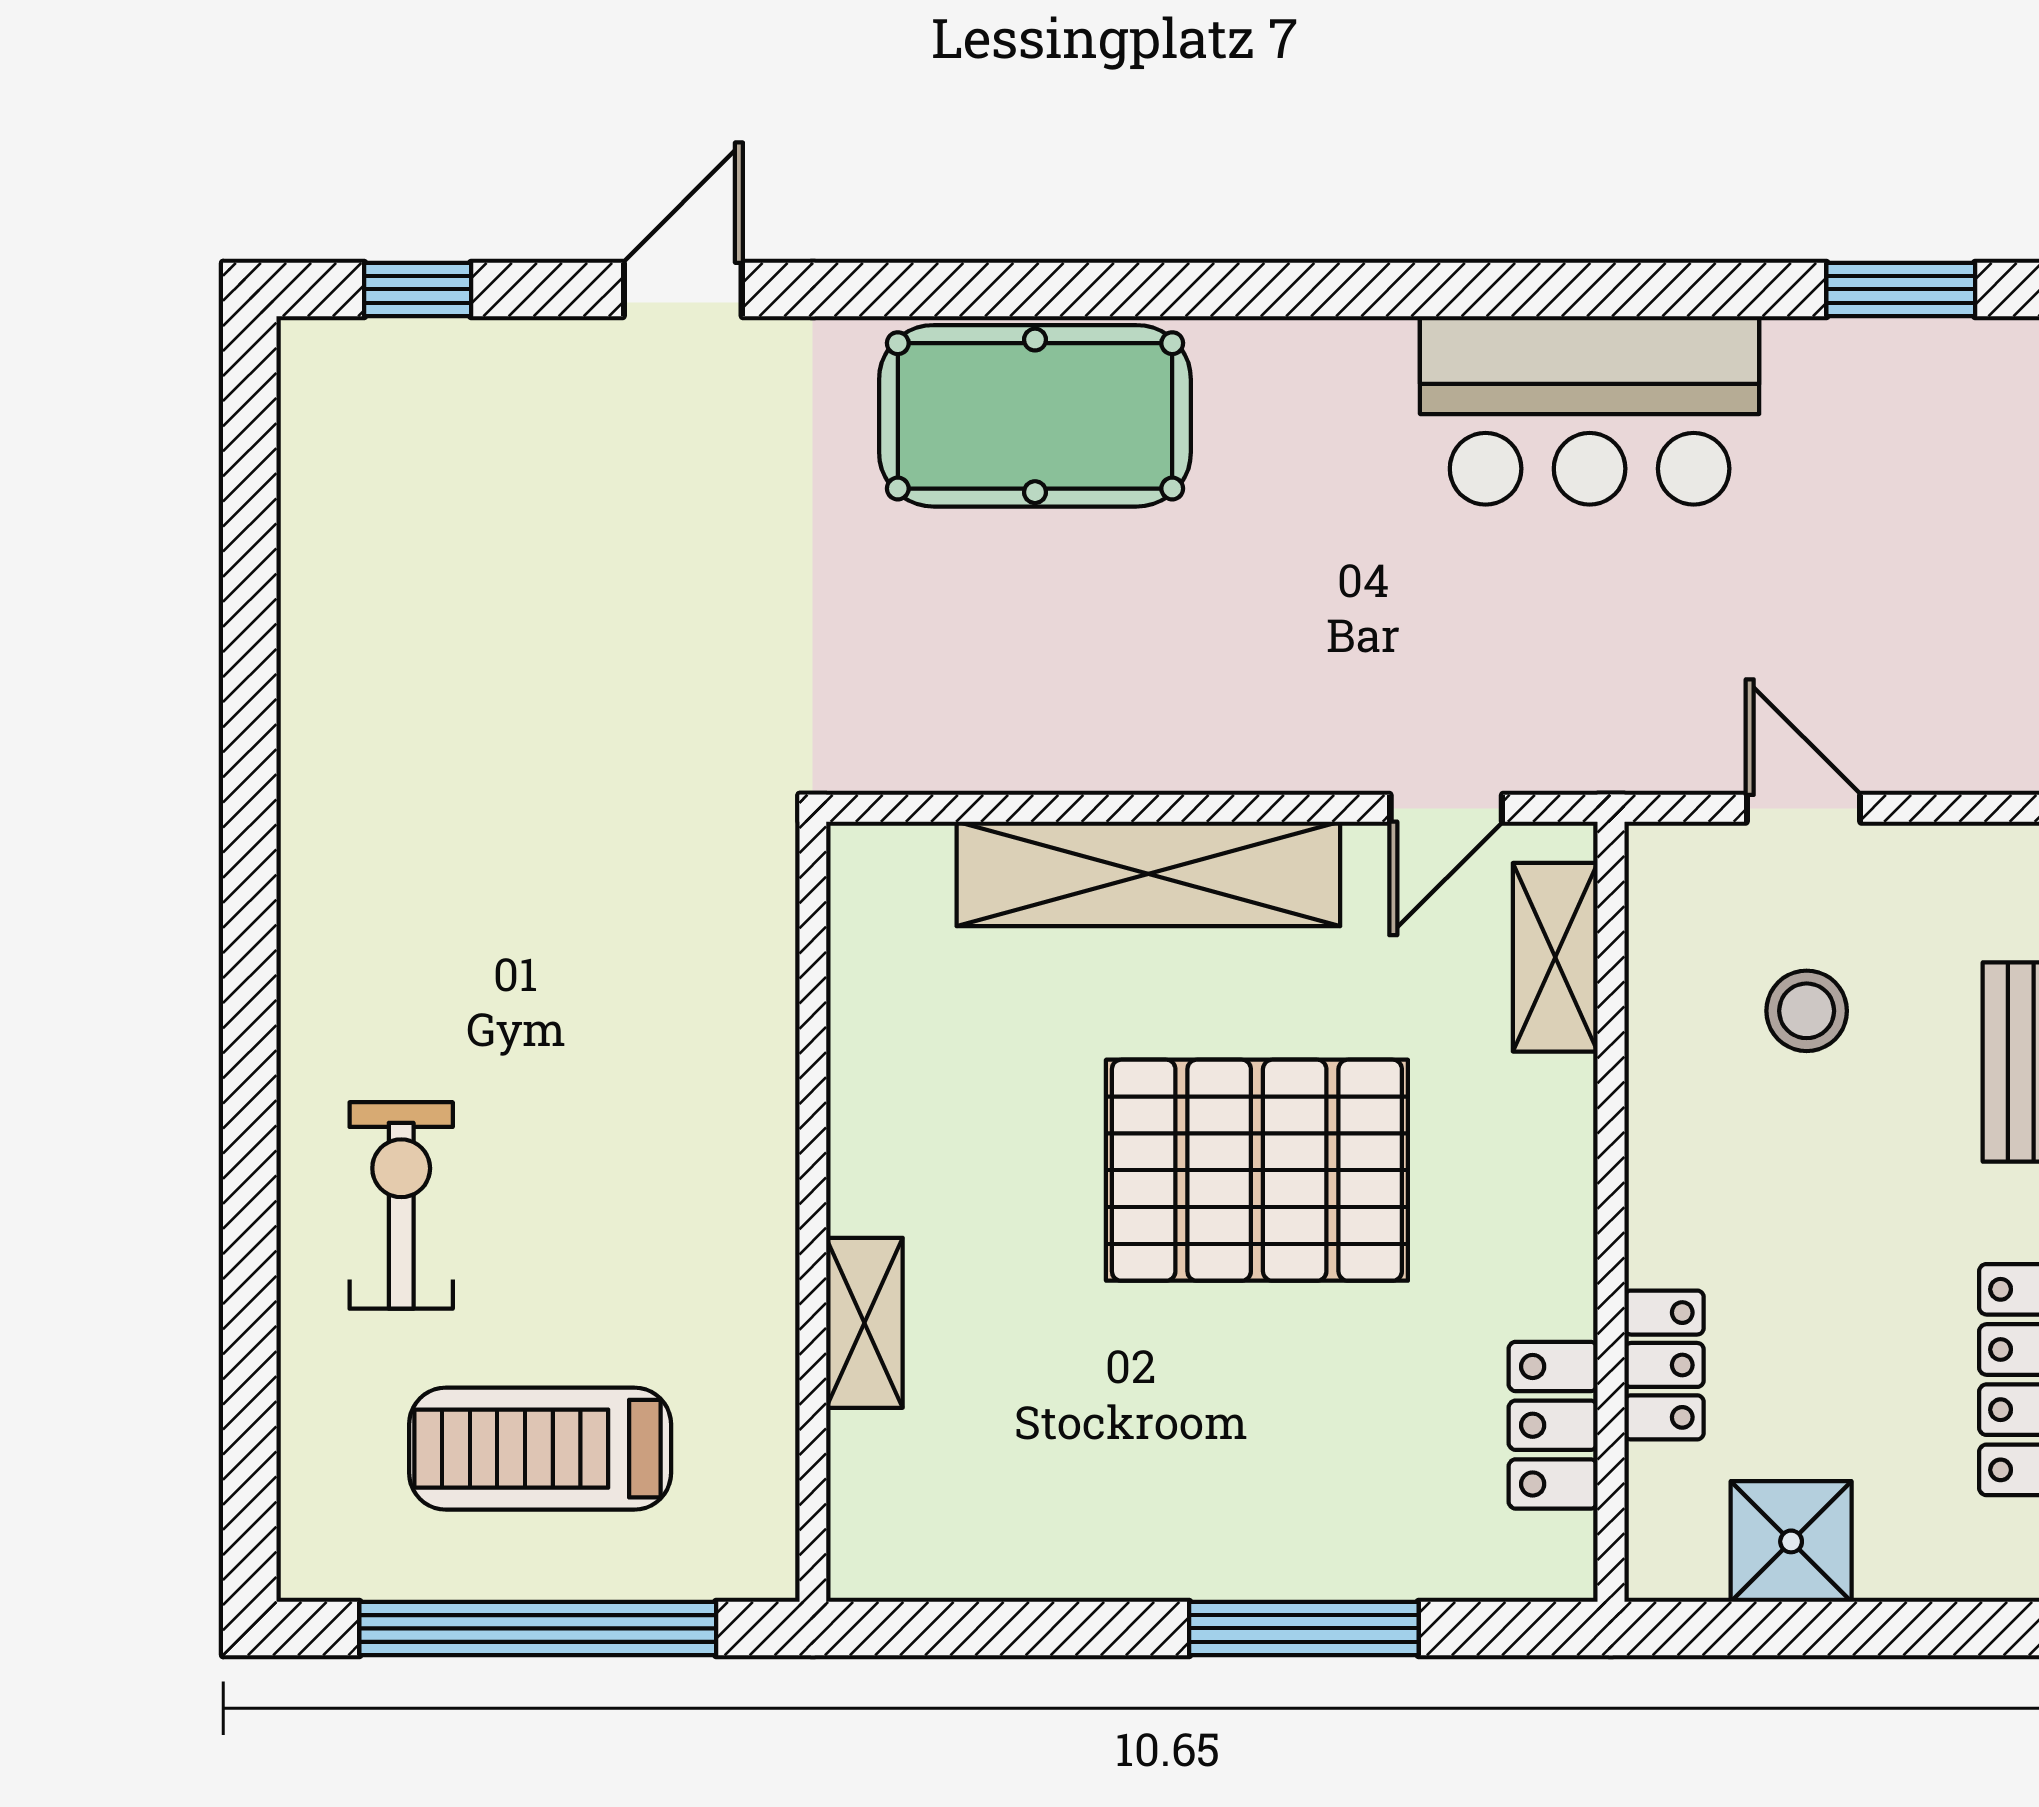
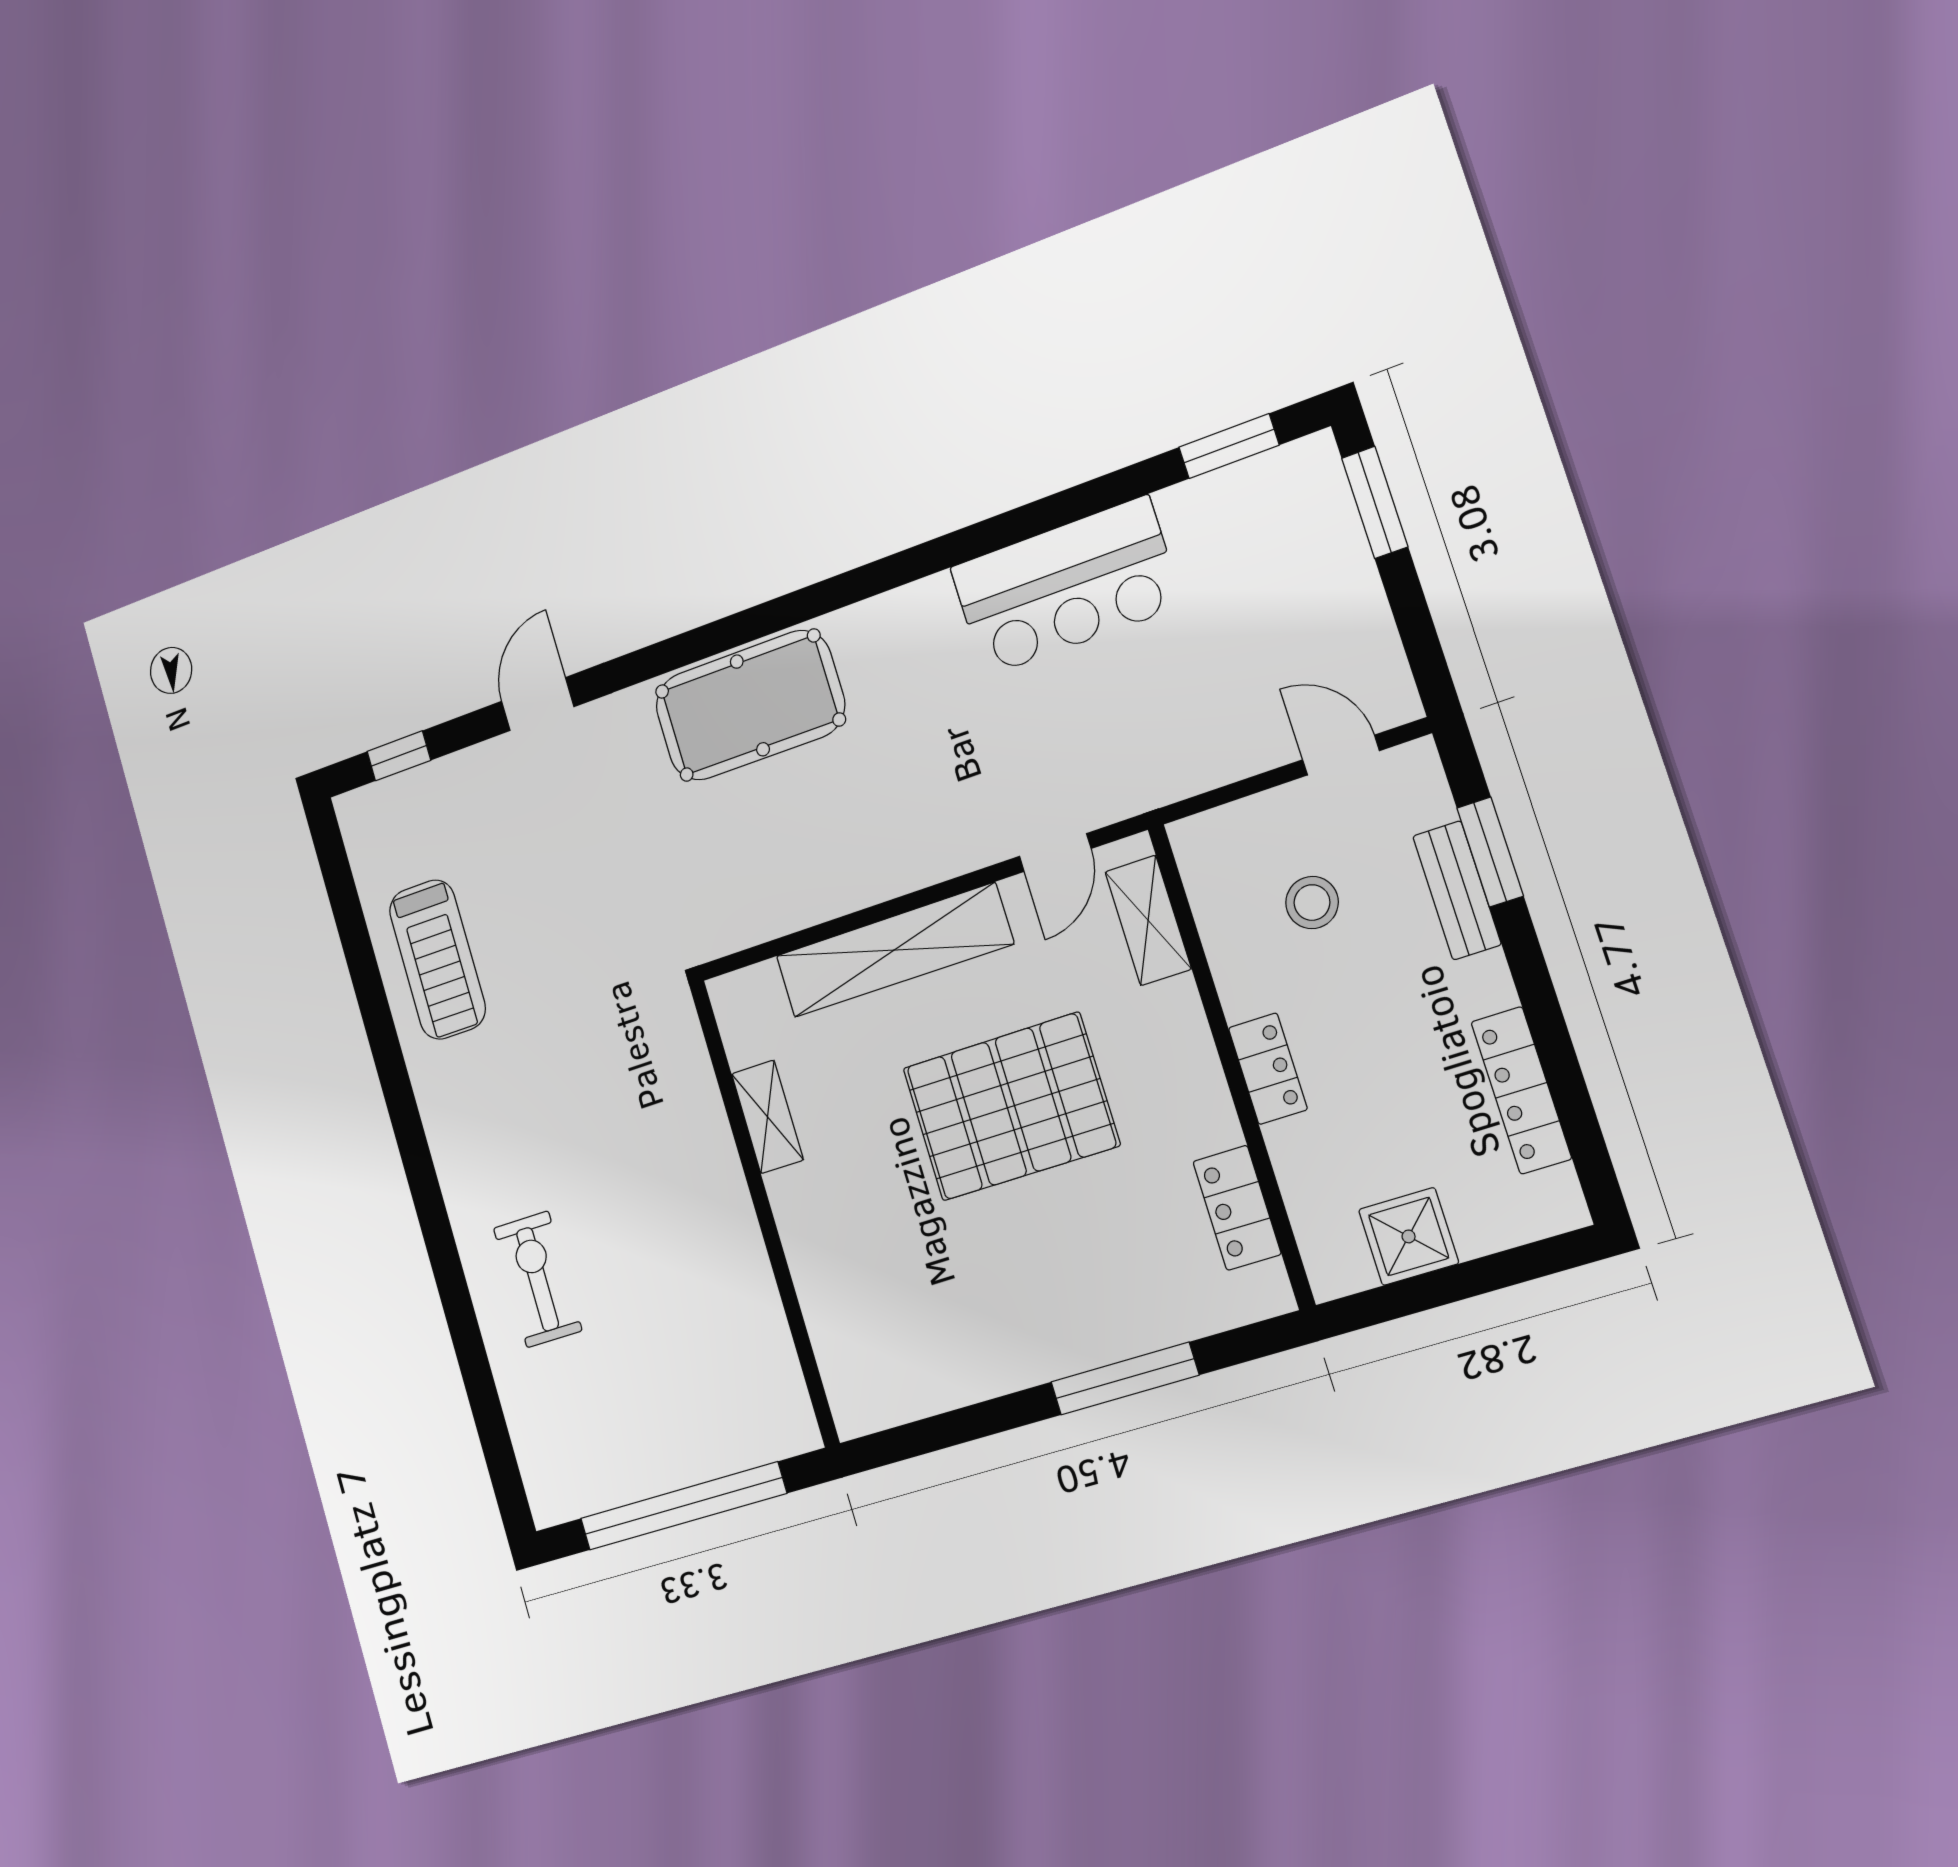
door: (1803, 808) -> (1341, 755), moved
shelving: (864, 1323) -> (767, 1117), moved
locker: (1664, 1365) -> (1268, 1069), moved
treadmill: (540, 1449) -> (437, 959), moved, turned -90

